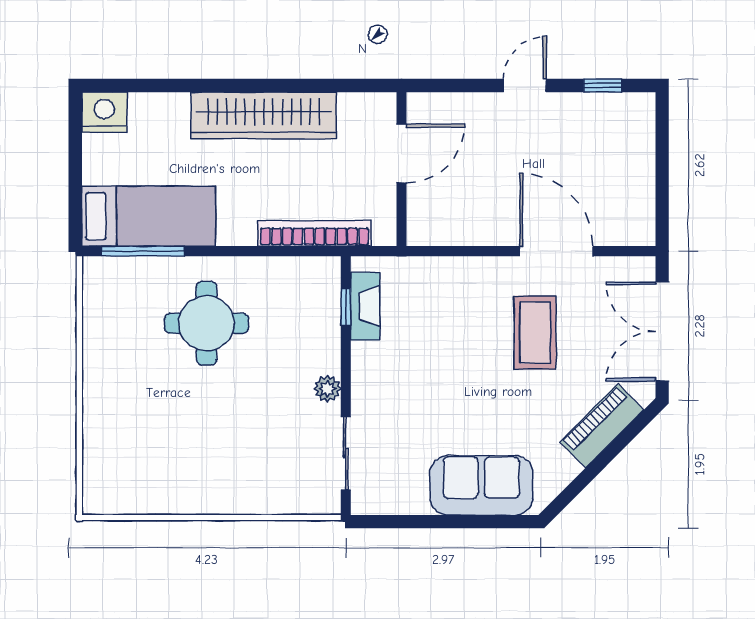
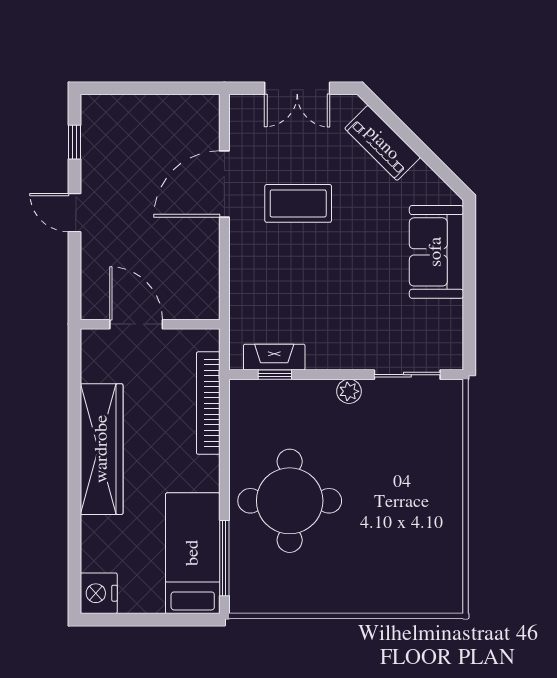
round table: (206, 323) -> (290, 501), width x1.36, depth x1.36
double door: (662, 331) -> (297, 88), width x0.73

